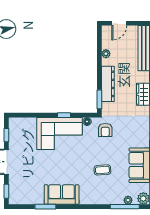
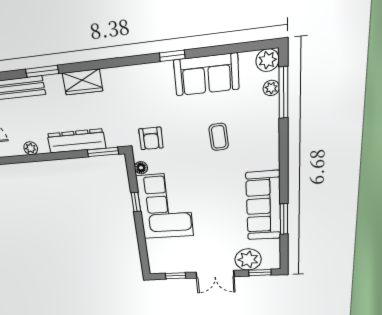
armchair: (105, 130) -> (151, 138), turned 90
plant: (17, 184) -> (248, 260), added
sofa: (62, 195) -> (263, 206), width x1.36

